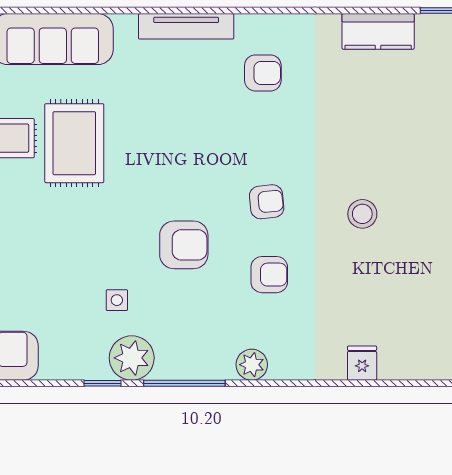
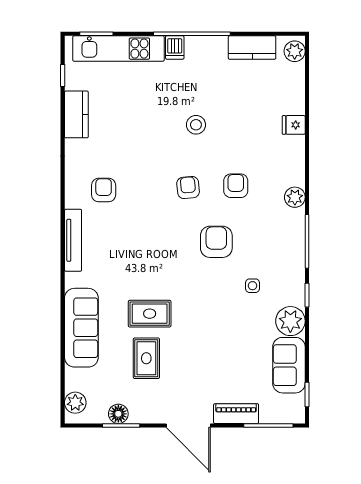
rug: (74, 143) -> (150, 314), width x0.73, depth x0.70
plant: (132, 358) -> (290, 321), moved

